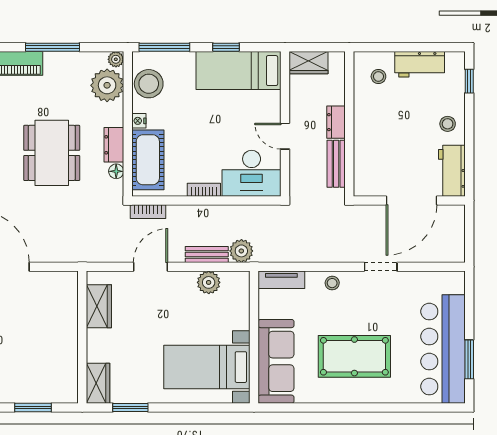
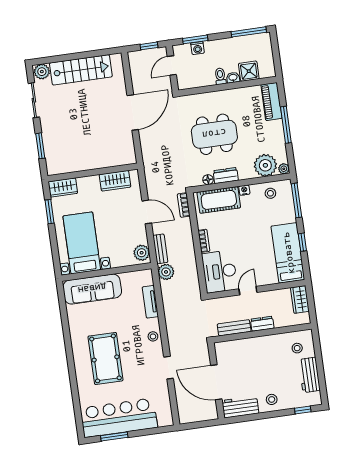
stool: (149, 84) -> (270, 193), width x0.53, depth x0.53
wall: (254, 337) -> (107, 272), moved
sofa: (276, 361) -> (92, 289), moved
bed with nightstands: (207, 367) -> (82, 243), moved

